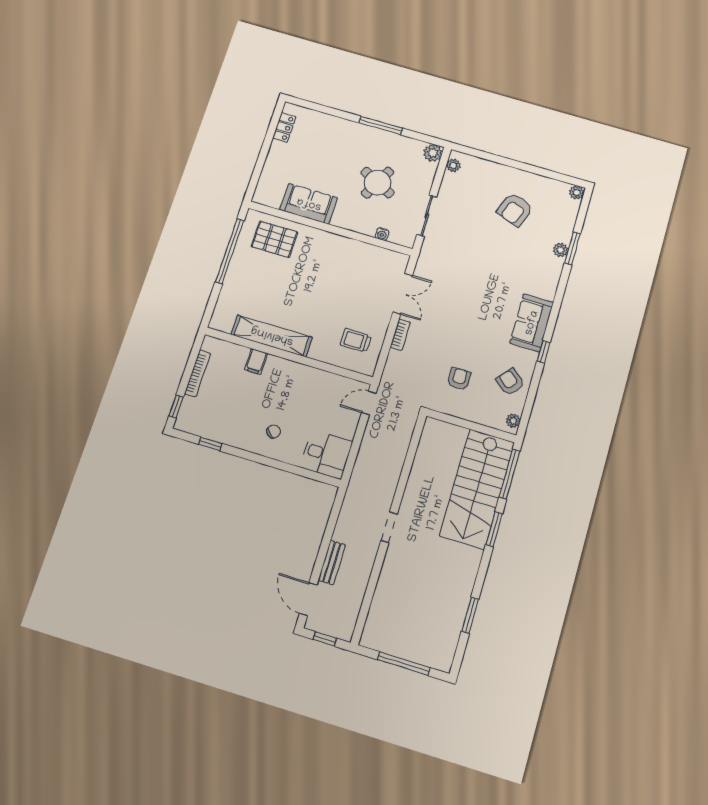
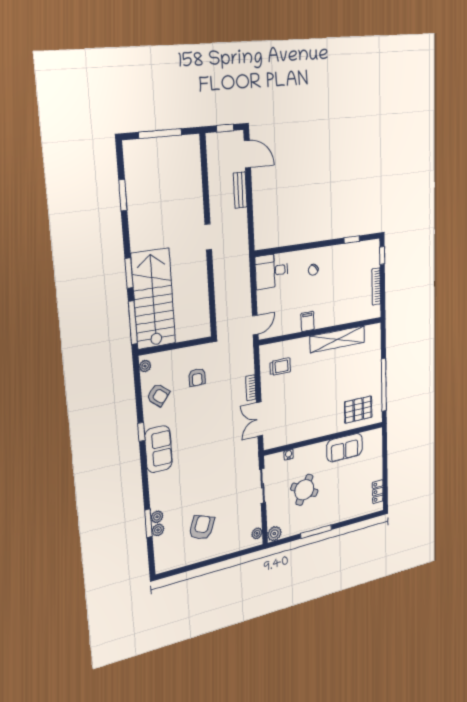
plant: (577, 192) -> (158, 530), moved
filing cabinet: (256, 361) -> (308, 321), moved

